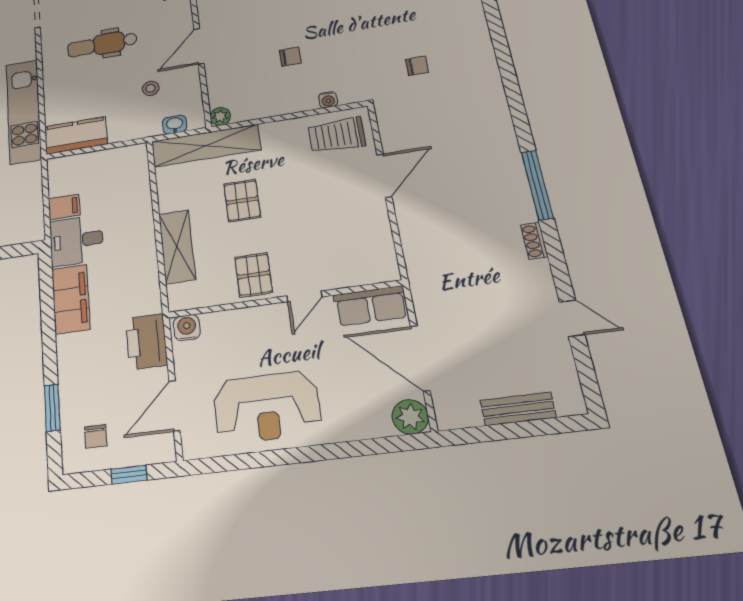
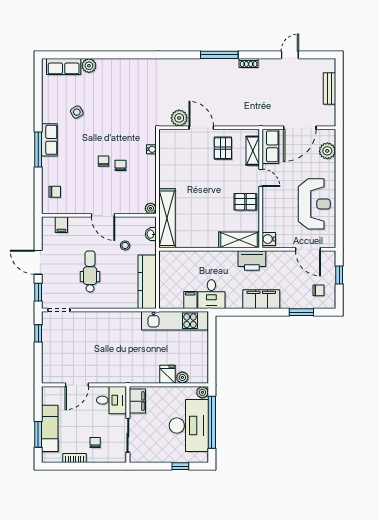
dental chair: (102, 44) -> (90, 271), turned 180
chair: (417, 66) -> (104, 161), moved
kitchen unit: (24, 111) -> (175, 321), moved
kitchen counter: (76, 135) -> (147, 282), width x1.50
trolley: (337, 135) -> (173, 148), removed
plant: (395, 135) -> (179, 118), added
pallet: (242, 201) -> (223, 148), moved, turned 90
shelving: (177, 246) -> (239, 240), moved
shelving: (356, 274) -> (253, 151), added
filing cabinet: (71, 299) -> (261, 299), moved
printer: (146, 342) -> (252, 261), moved
plant: (410, 417) -> (327, 151), moved

